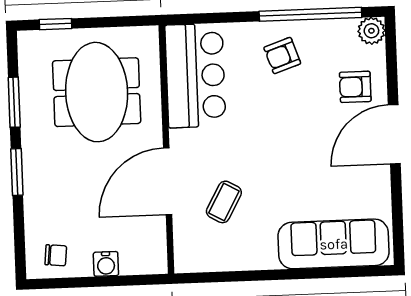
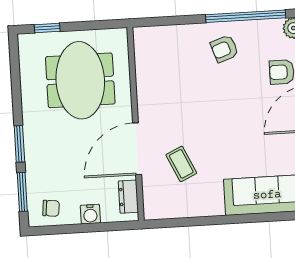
bar counter: (195, 75) -> (157, 66), removed
window: (14, 102) -> (22, 192), moved
coffee table: (224, 202) -> (181, 164), turned -54
dresser: (155, 242) -> (128, 197), added

